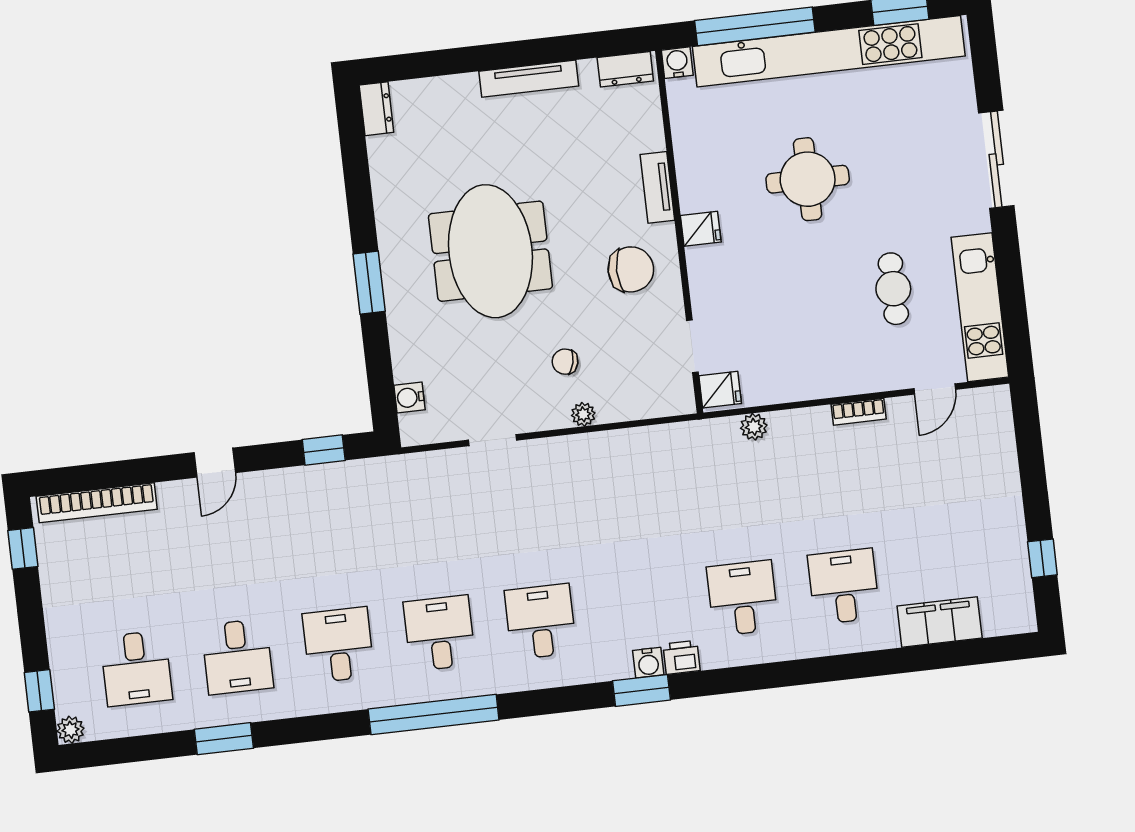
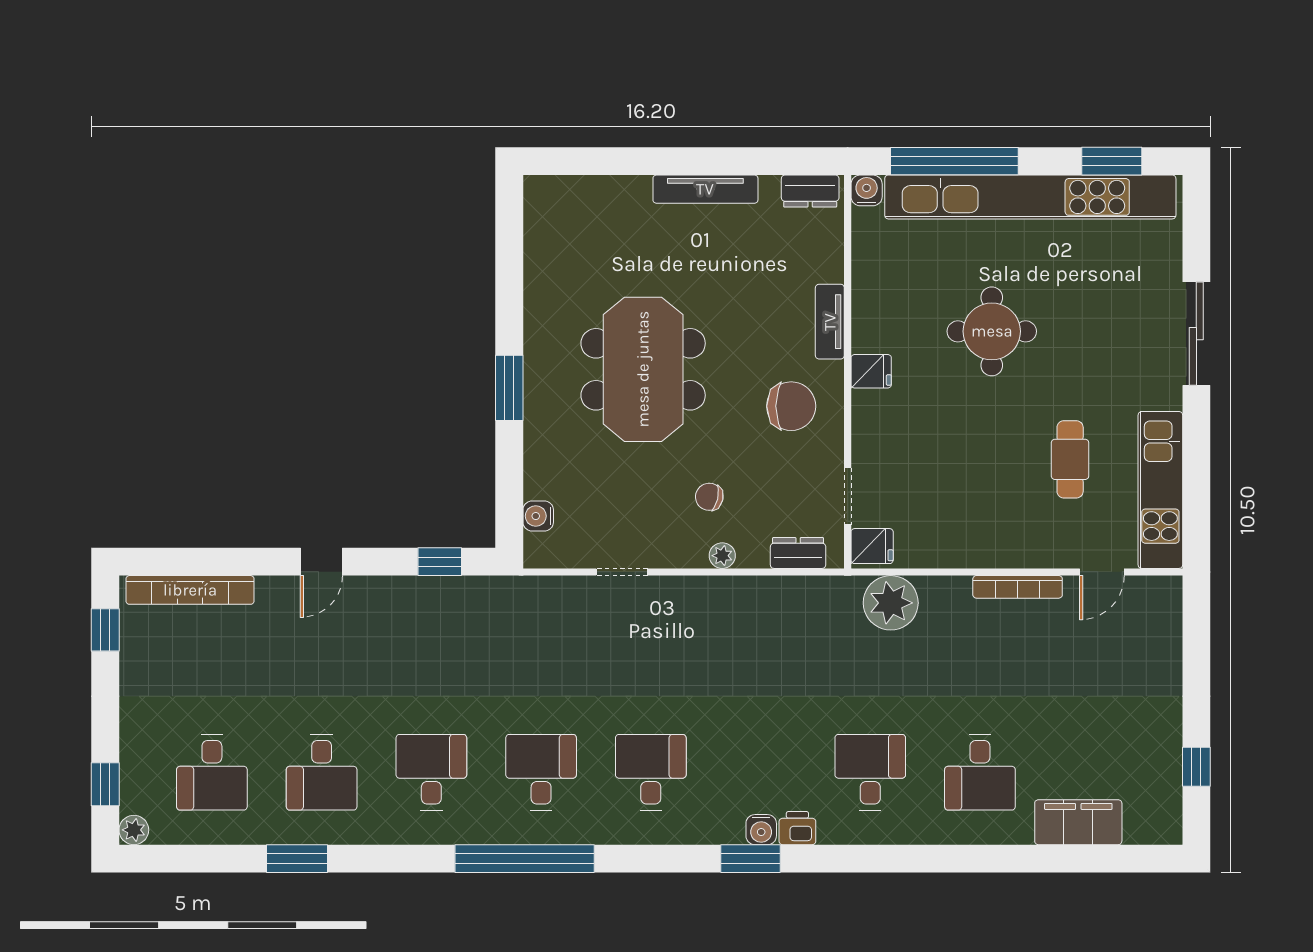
dresser: (376, 109) -> (798, 553), moved, turned -90
bookcase: (859, 412) -> (1018, 587), width x1.56
plant: (754, 427) -> (891, 603), width x1.87, depth x1.87
desk: (844, 586) -> (980, 772), turned 180

